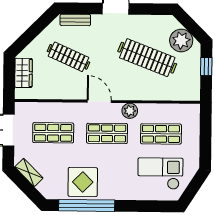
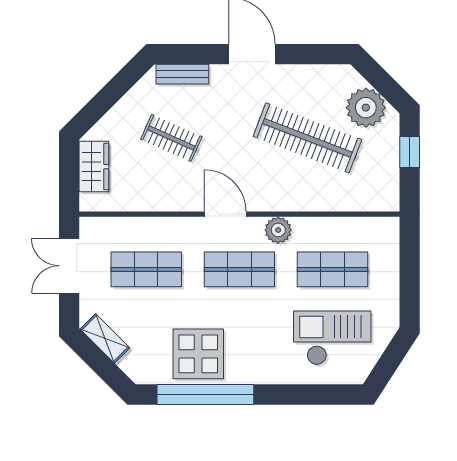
clothes rail: (68, 57) -> (171, 138), width x0.73

